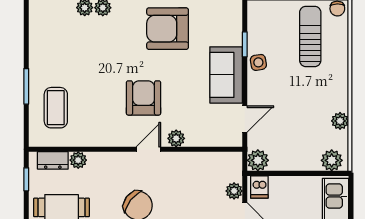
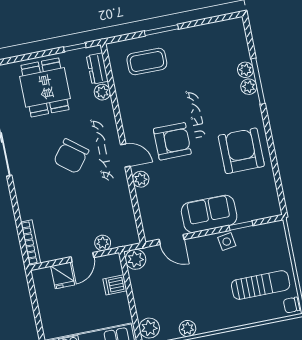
dishwasher: (259, 187) -> (115, 285), moved

